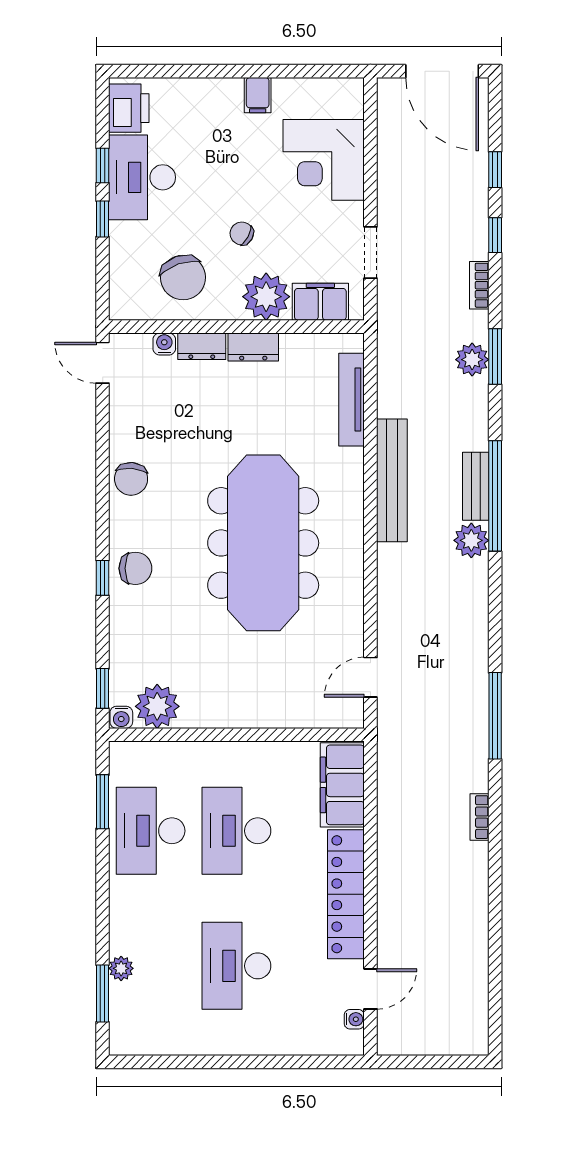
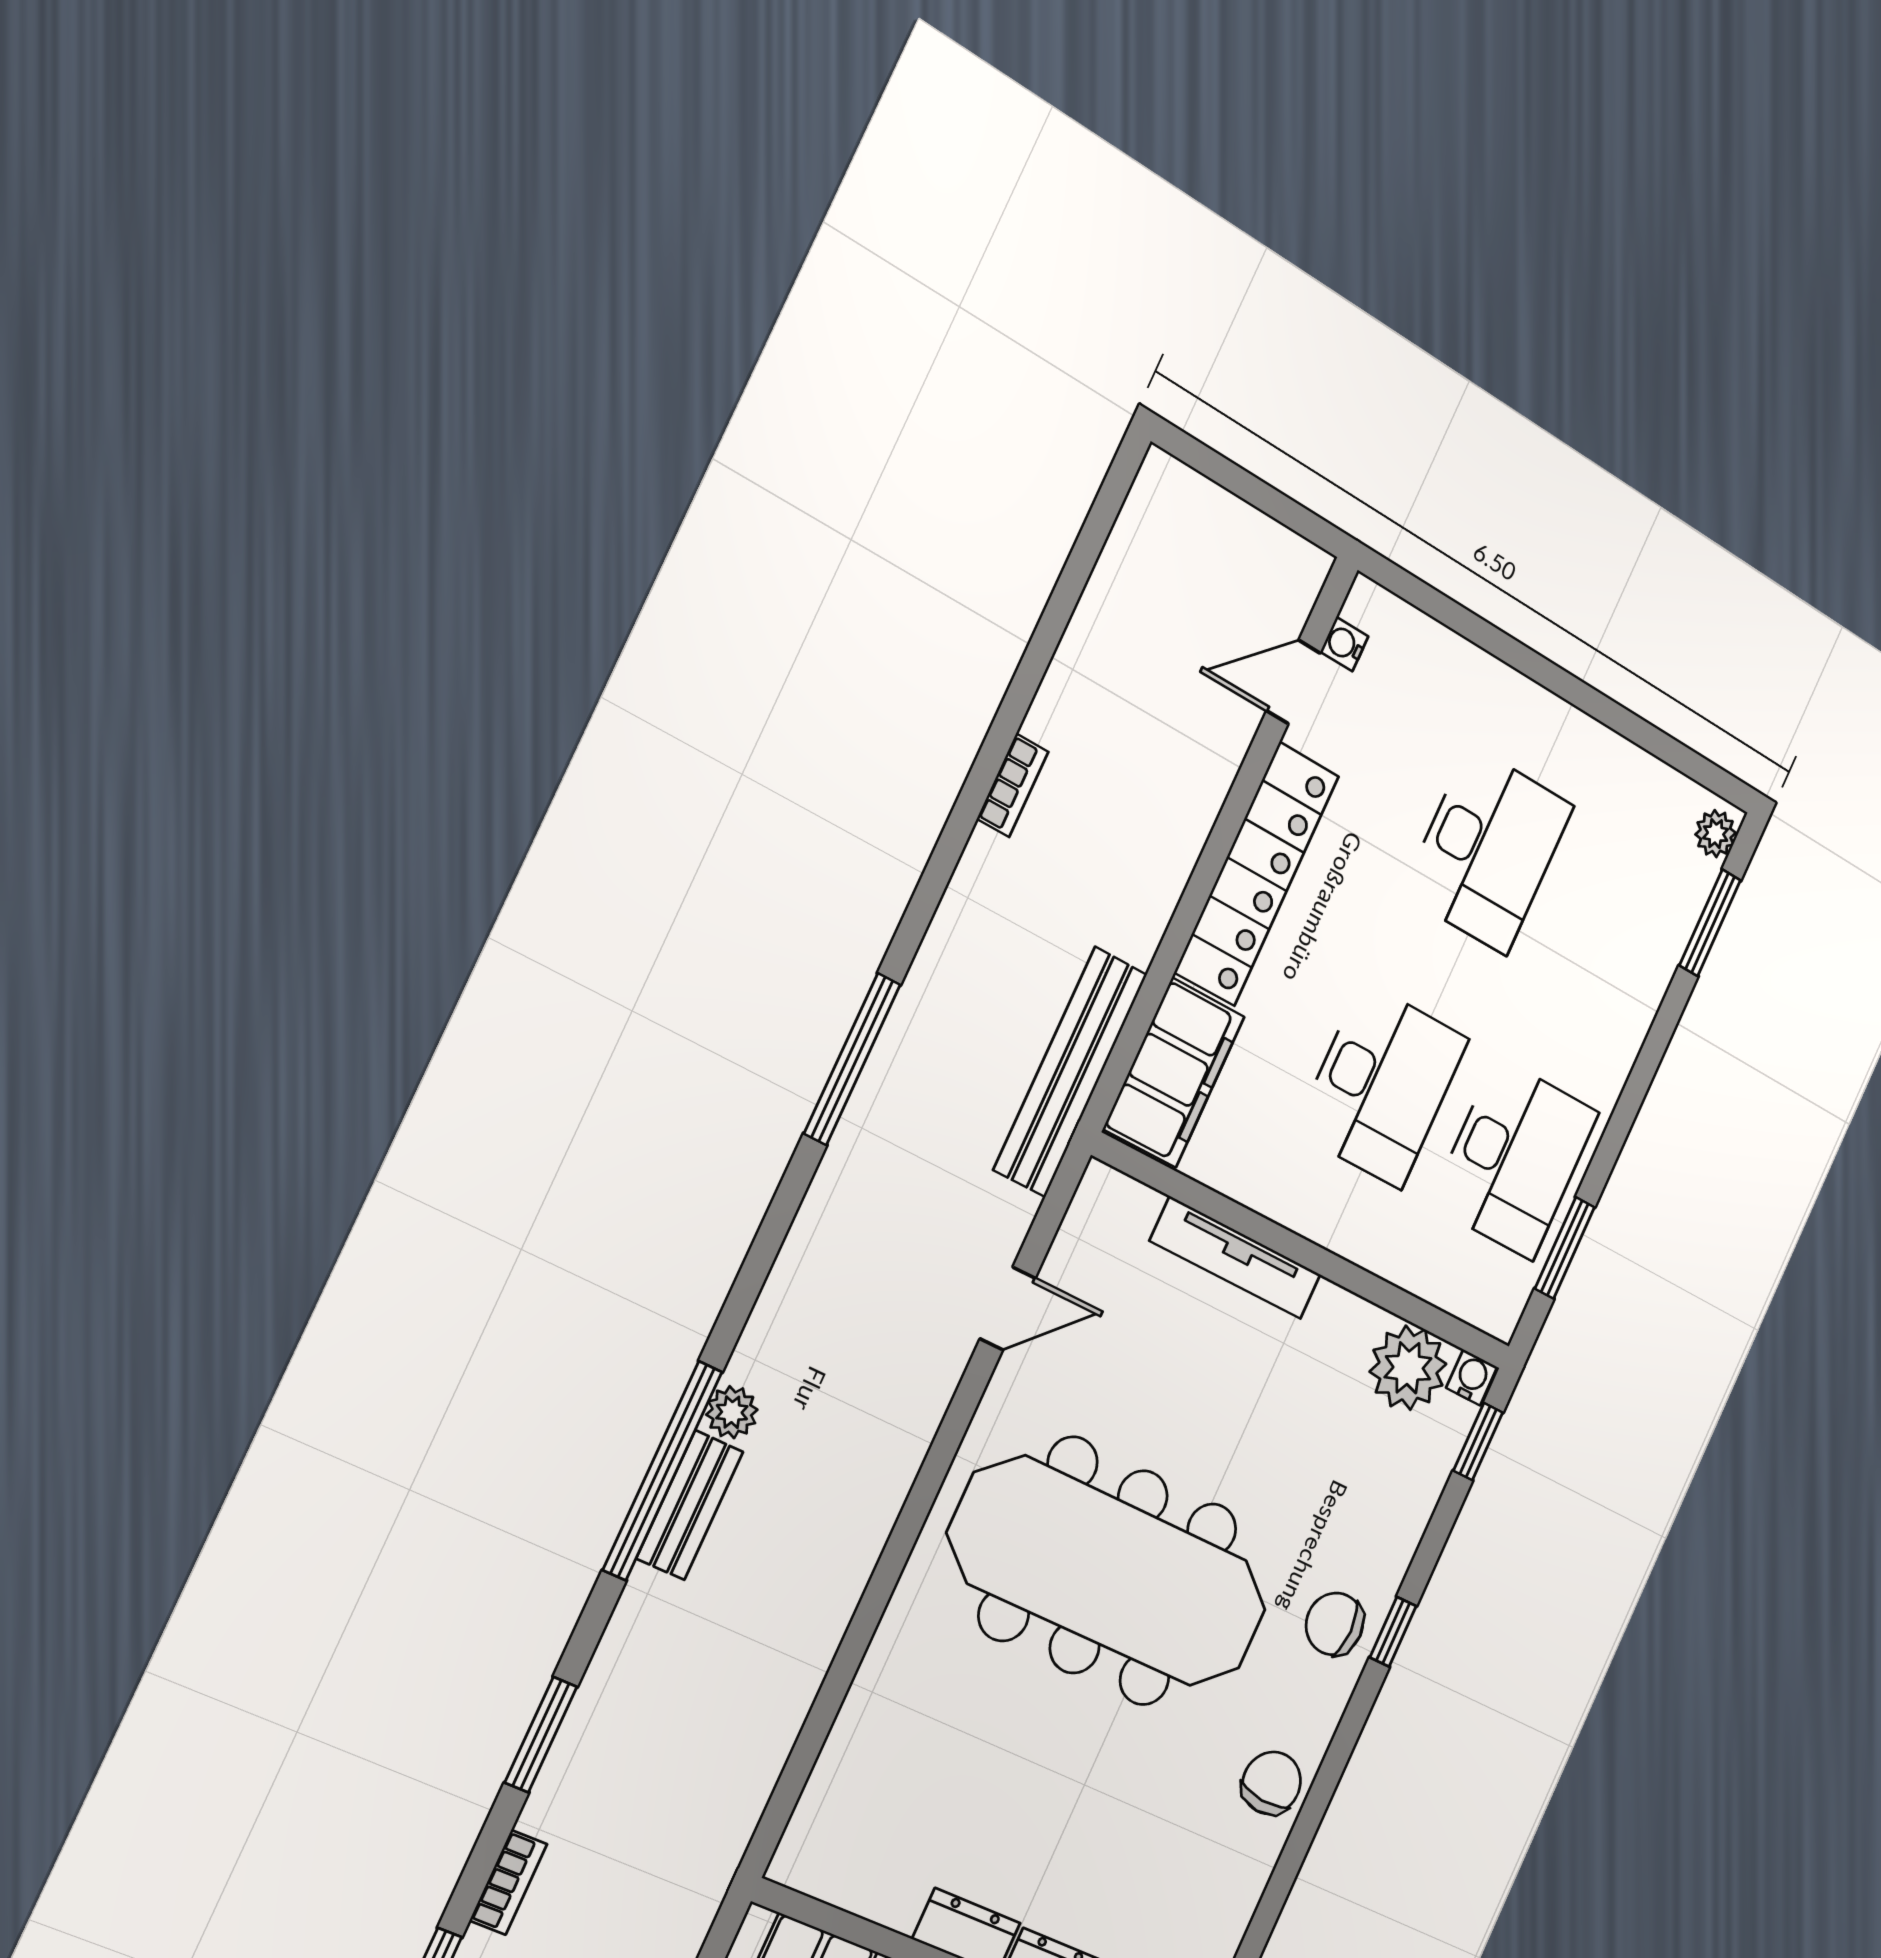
plant: (472, 360) -> (587, 1747), removed
tv unit: (352, 400) -> (1236, 1258), moved, turned 90
bench: (392, 480) -> (1070, 1072), moved
plant: (471, 540) -> (732, 1412), width x0.73, depth x0.73
meeting table: (263, 543) -> (1109, 1572), turned 90
door: (370, 677) -> (1008, 1308), moved
bookcase: (479, 817) -> (1013, 785), moved
plant: (121, 968) -> (1716, 834), moved

